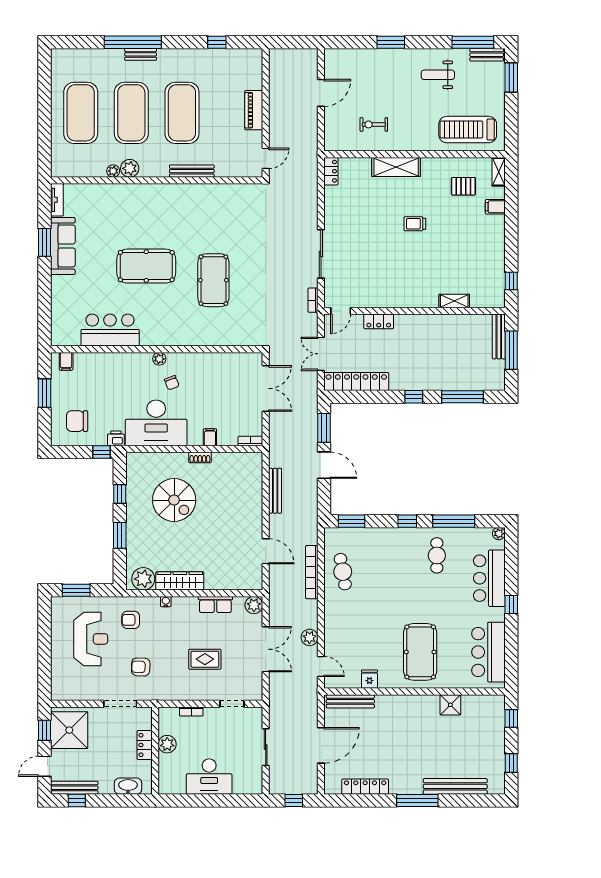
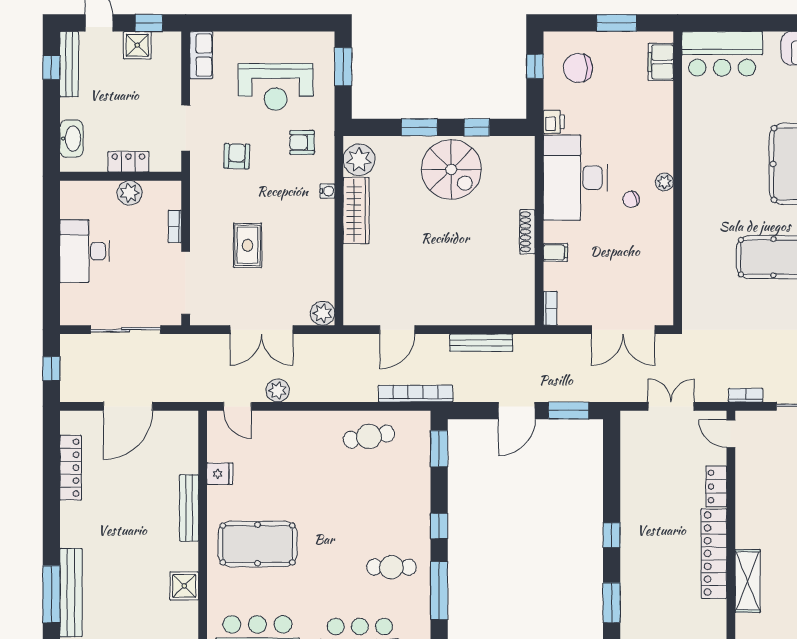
shelving: (454, 301) -> (748, 581), width x1.50, depth x1.33
bar counter: (110, 330) -> (722, 54), moved, turned 90
filing cabinet: (66, 361) -> (661, 62), width x2.00
locker: (356, 382) -> (714, 554), moved, turned 180
window: (463, 397) -> (612, 603), width x0.69
chair: (77, 421) -> (578, 68), turned -90
window: (101, 452) -> (535, 66), moved
shoe rack: (200, 457) -> (527, 232), width x1.43
spiral stairs: (174, 500) -> (451, 169), moved, turned -90
bookcase: (312, 572) -> (415, 394), moved
row of seats: (215, 605) -> (201, 55), moved, turned 180
armchair: (131, 620) -> (302, 142), turned -90
door: (321, 666) -> (237, 406), hinge flipped
bench: (350, 701) -> (189, 508), moved
doorway: (232, 704) -> (186, 283), width x1.88
shower: (69, 730) -> (137, 45), width x0.54, depth x0.54
door: (321, 745) -> (128, 406), hinge flipped
sliding door: (266, 747) -> (126, 330), width x1.37
window: (417, 800) -> (51, 594), moved

